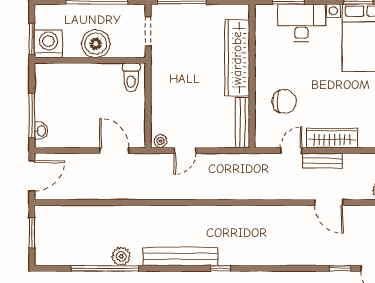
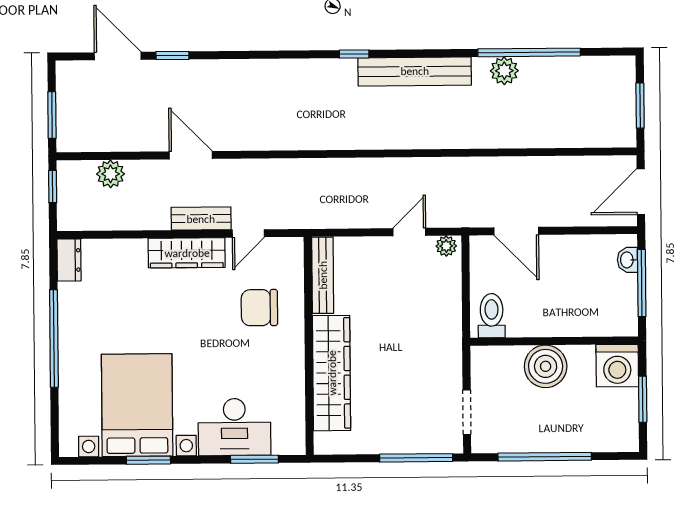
washing machine: (48, 44) -> (617, 366), moved
boiler: (96, 44) -> (546, 366), moved
wall: (90, 60) -> (554, 341), moved
toilet: (131, 78) -> (492, 316), moved

